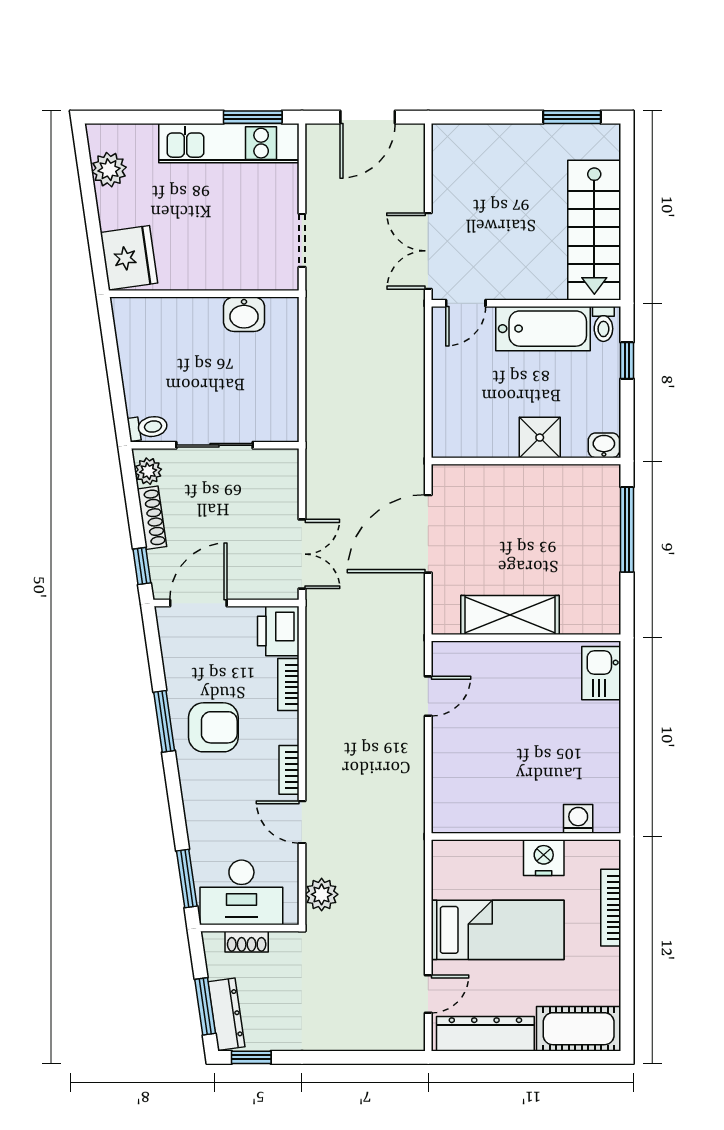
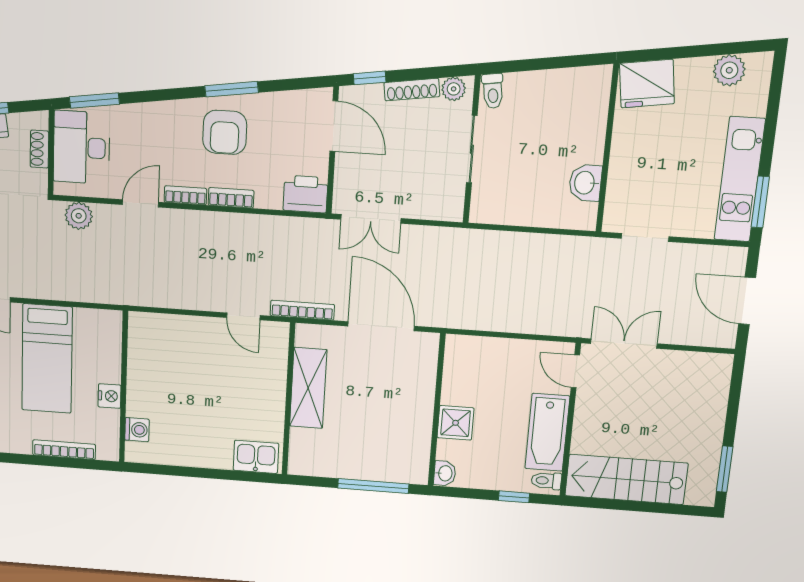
bookcase: (415, 627) -> (302, 310), added
bookcase: (288, 685) -> (231, 198), moved
nightstand: (544, 858) -> (110, 396), width x0.74, depth x0.75

